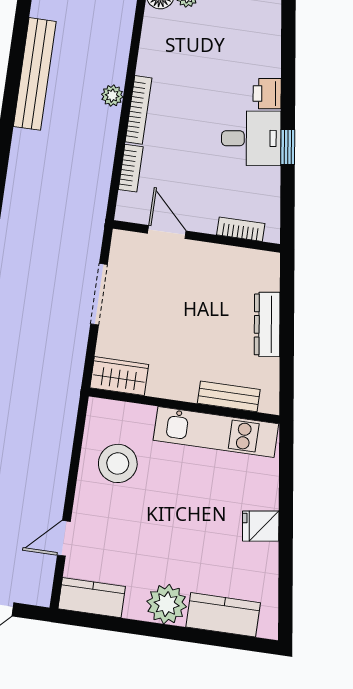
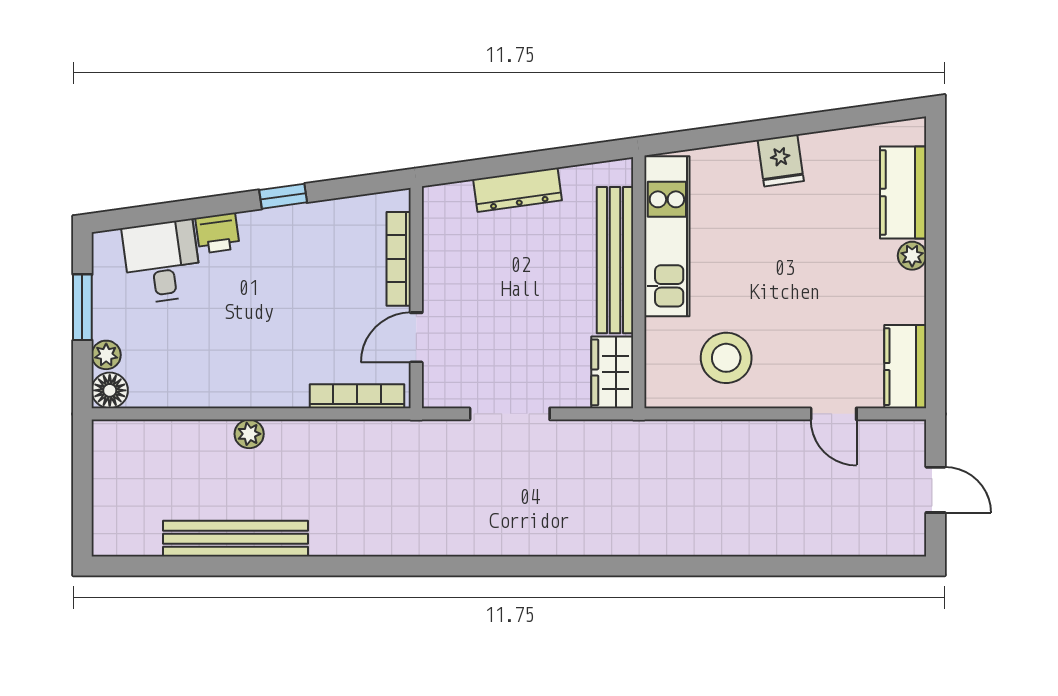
bookcase: (139, 110) -> (263, 397), removed
desk: (251, 138) -> (162, 262), moved
bookcase: (131, 168) -> (357, 396), width x1.56
bookcase: (241, 229) -> (399, 259), width x1.56
bench: (229, 396) -> (615, 260), width x1.86, depth x1.21
plant: (167, 604) -> (912, 256), width x0.53, depth x0.53

